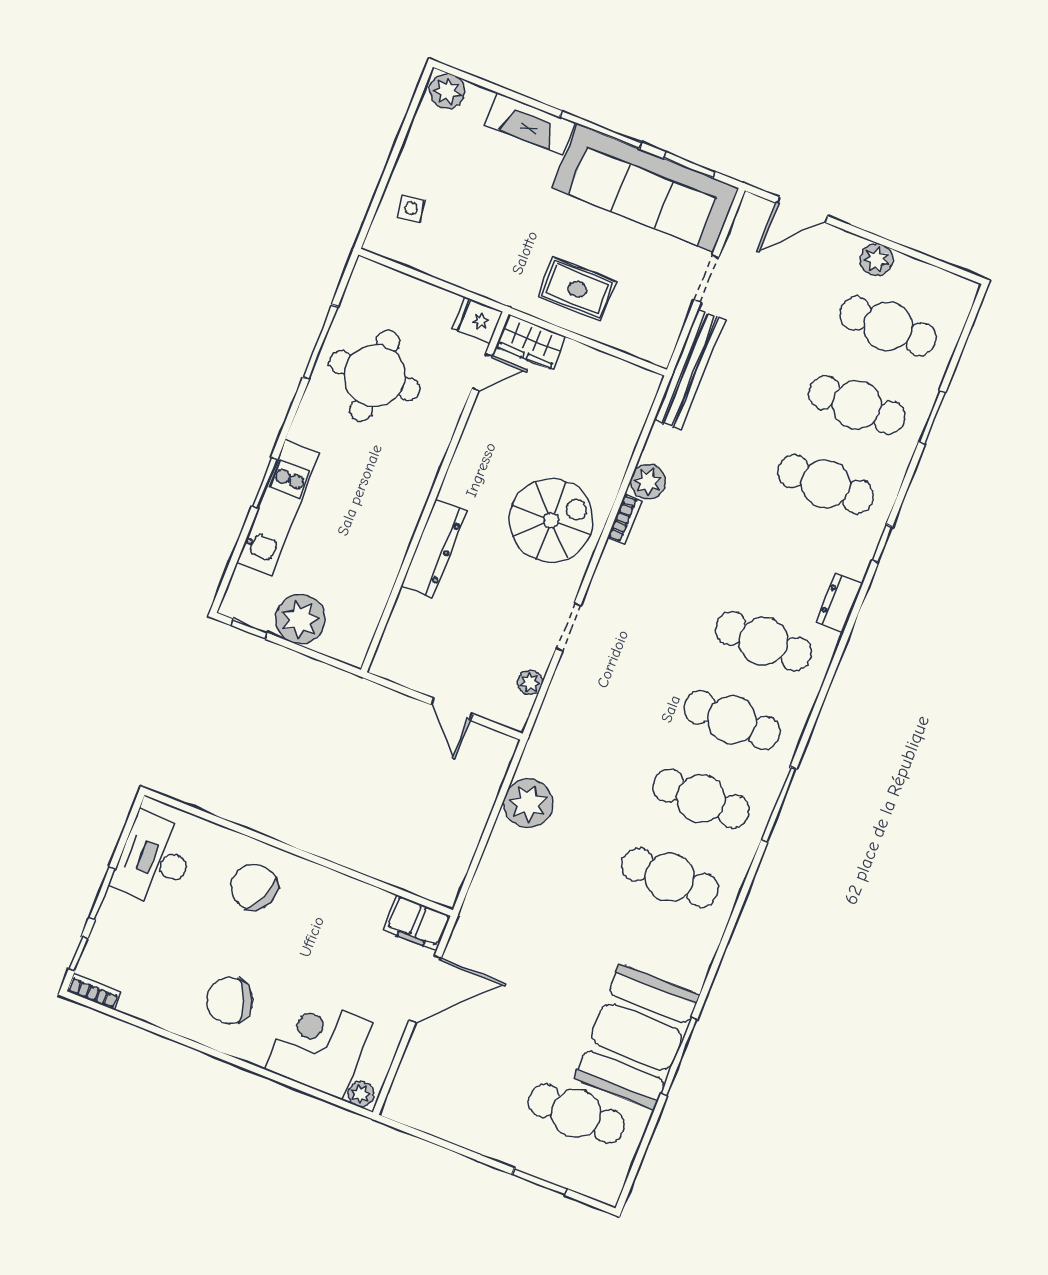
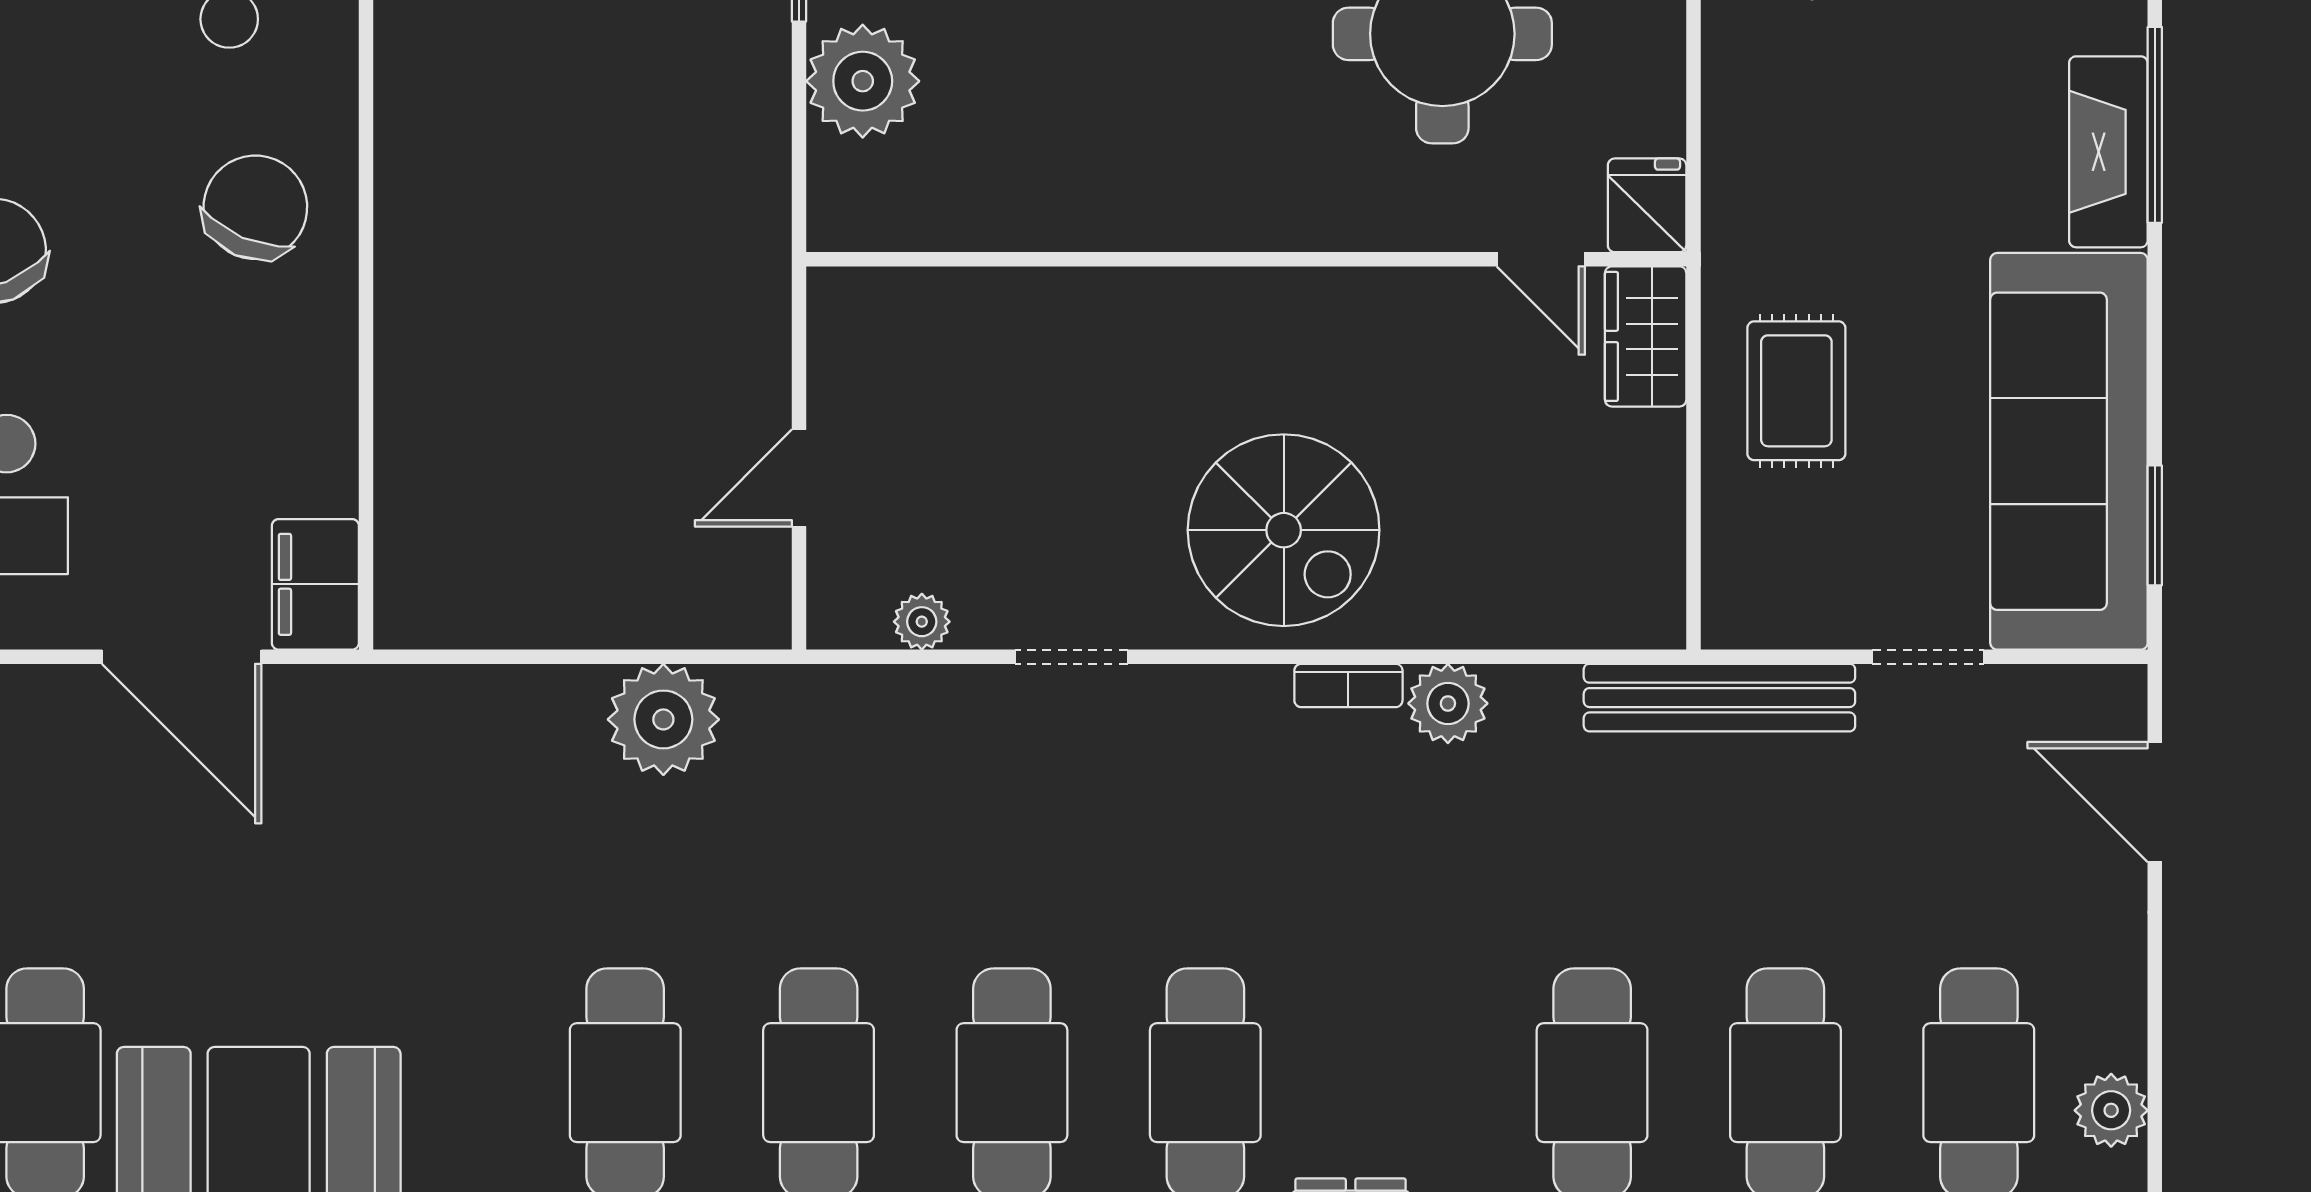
window: (601, 130) -> (2155, 125), moved
plant: (876, 260) -> (2111, 1110), moved
dresser: (434, 548) -> (1125, 305), removed

